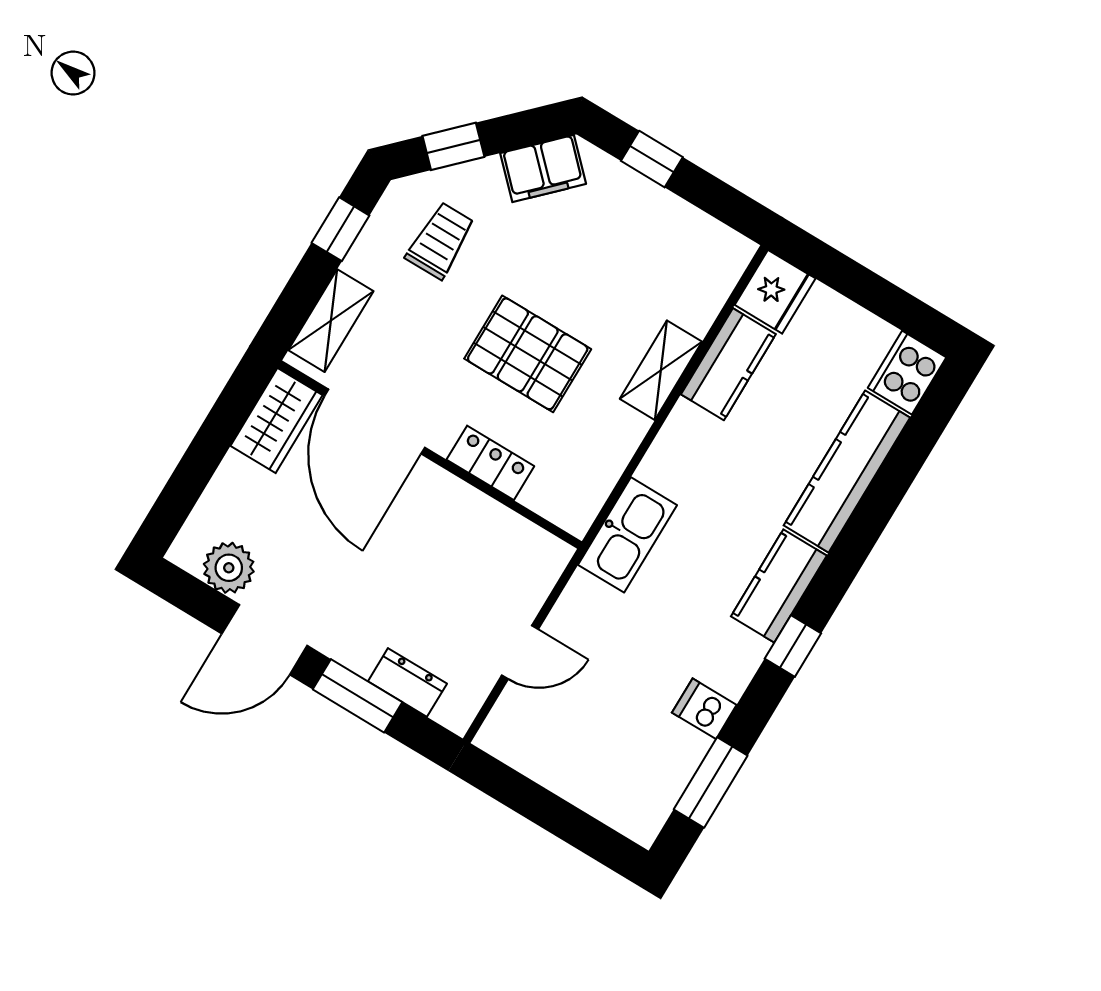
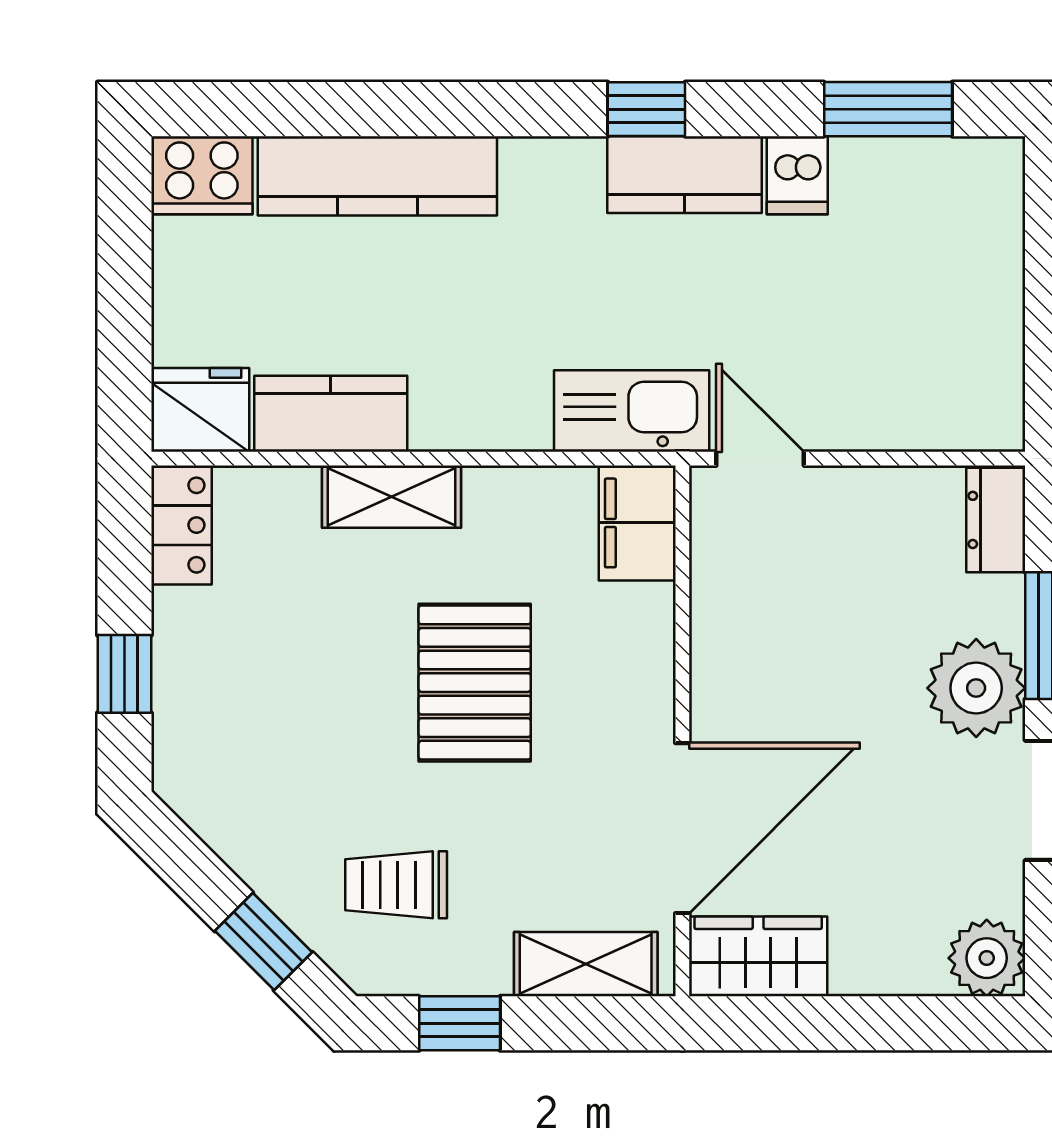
filing cabinet: (543, 169) -> (637, 523), moved, turned -135
locker: (490, 463) -> (181, 525), moved, turned 180
plant: (229, 568) -> (987, 958), moved
kitchen counter: (779, 586) -> (684, 175), moved
plant: (354, 635) -> (976, 688), added
door: (520, 652) -> (760, 459), moved
dresser: (407, 682) -> (996, 520), moved

